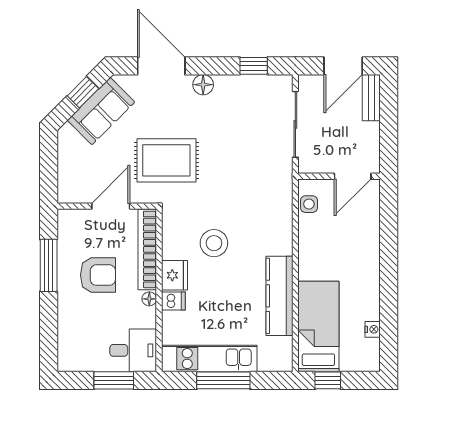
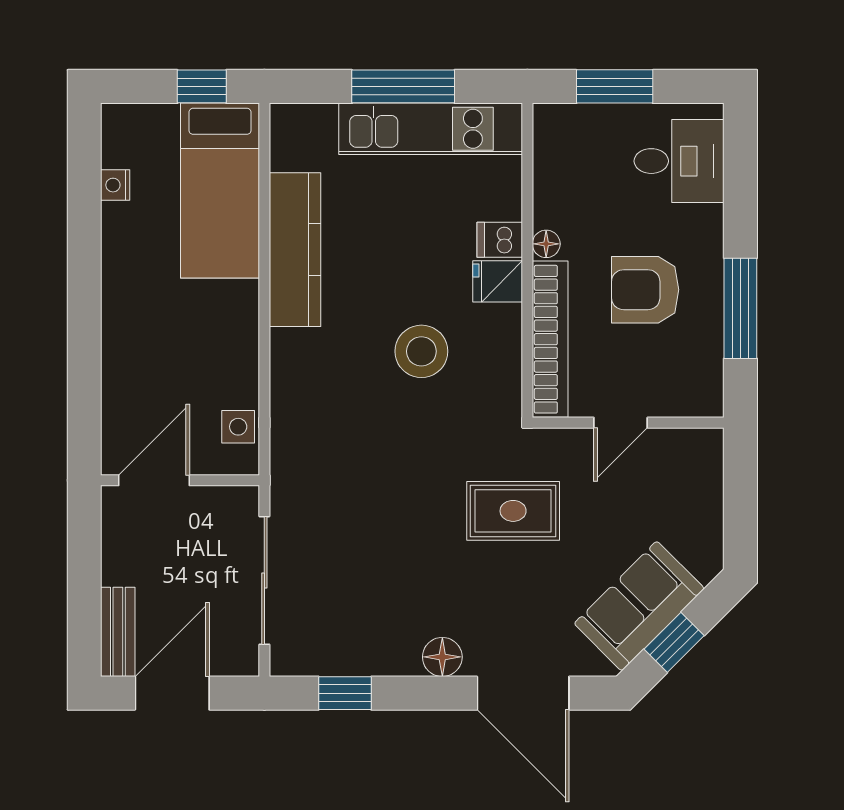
rug: (166, 160) -> (513, 511), width x0.73, depth x0.70
door: (111, 206) -> (621, 423), width x0.73
fridge: (174, 275) -> (498, 281), width x0.72
desk: (133, 350) -> (679, 161), moved, turned 180

